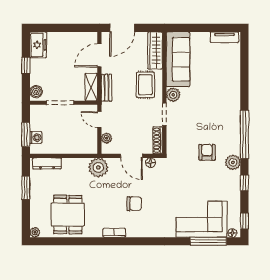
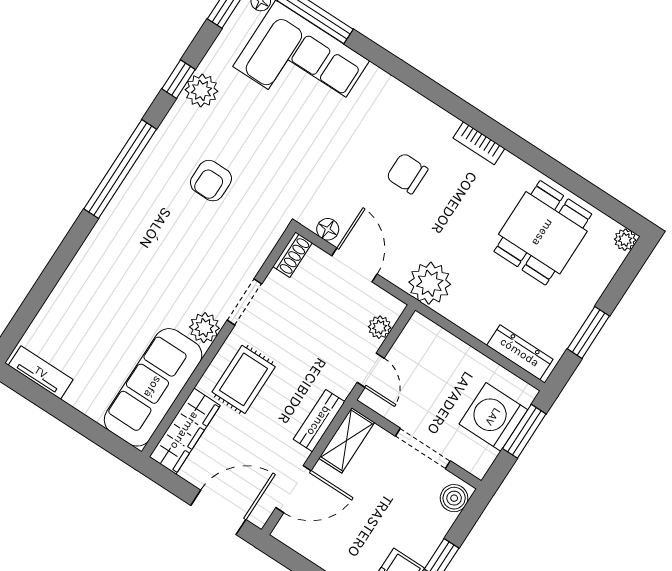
washing machine: (36, 138) -> (493, 417), width x1.89, depth x1.89
shoe rack: (158, 140) -> (292, 255), width x0.70
plant: (233, 162) -> (201, 90), moved

